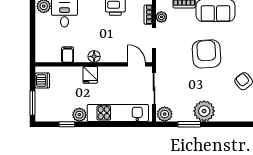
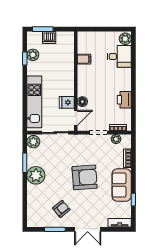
floor lamp: (94, 56) -> (82, 102), moved
fridge: (90, 75) -> (67, 102), moved
dishwasher: (42, 80) -> (49, 37), moved
plant: (79, 115) -> (33, 55), moved

